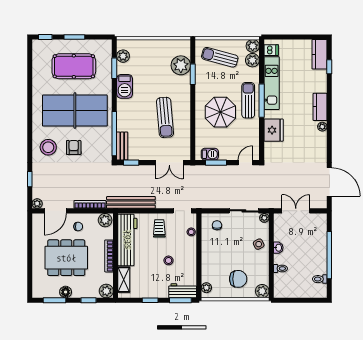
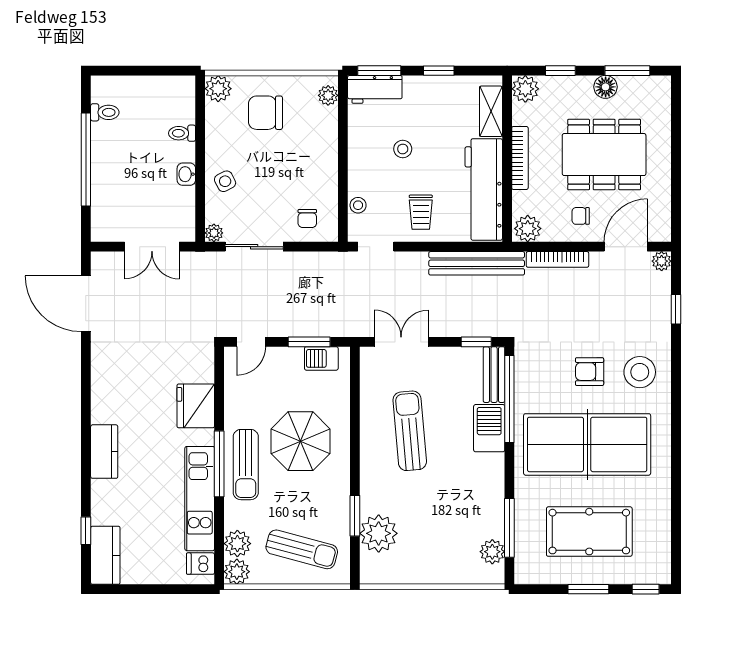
window: (114, 68) -> (509, 528), width x1.44
barbecue: (125, 86) -> (489, 428), moved
plant: (322, 127) -> (100, 413), removed
armchair: (74, 148) -> (590, 372), turned 90

